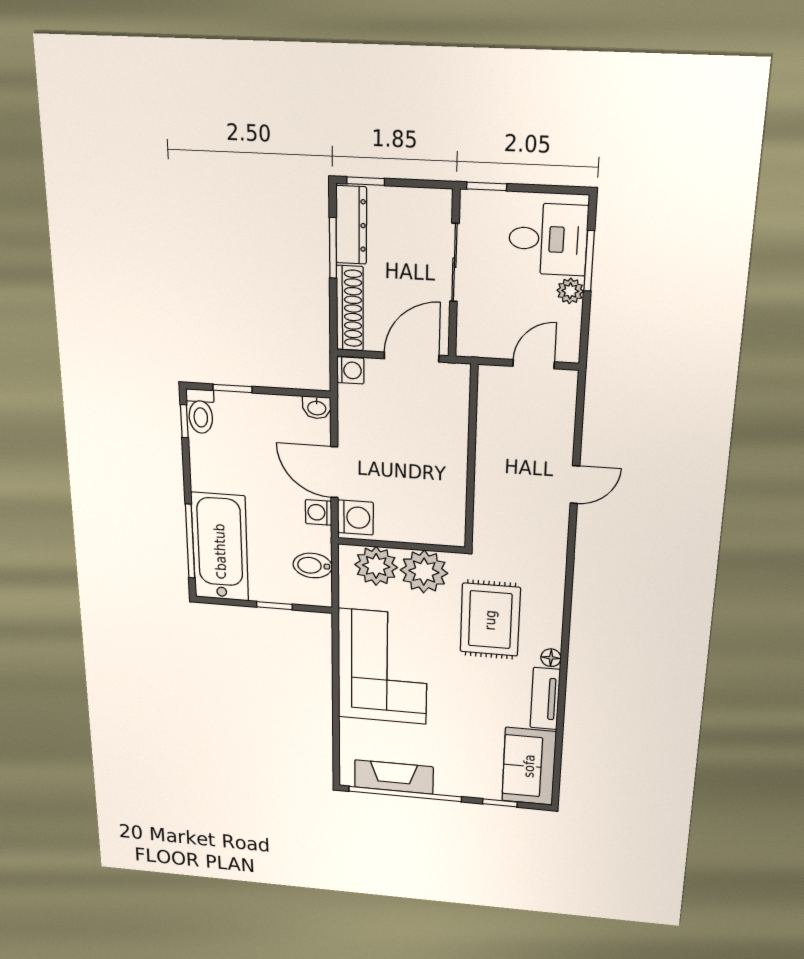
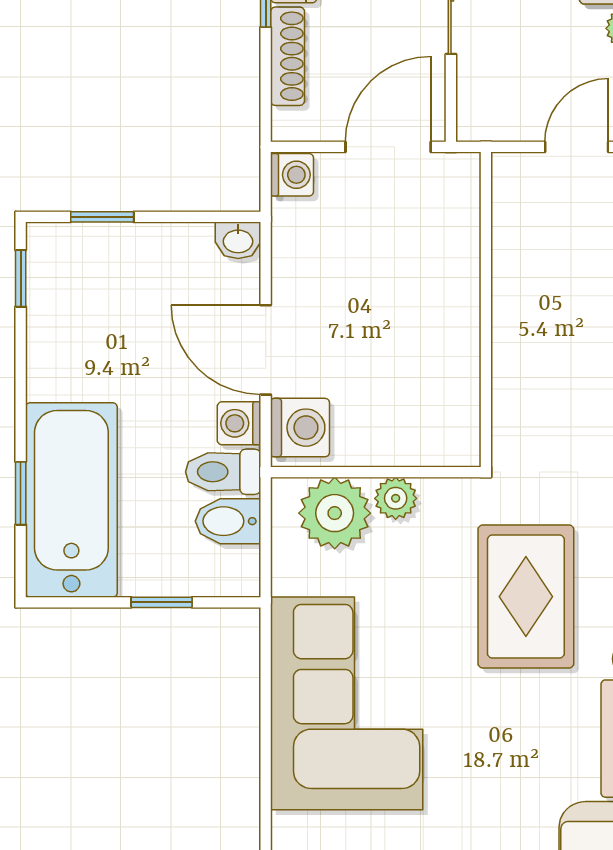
shoe rack: (350, 308) -> (288, 56), width x0.74, depth x0.81
toilet: (201, 411) -> (223, 472), moved, turned 90
window: (190, 541) -> (21, 493), width x0.46
plant: (424, 572) -> (396, 498), width x0.53, depth x0.53

